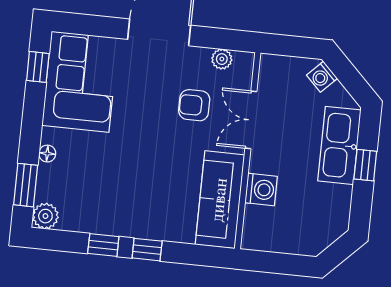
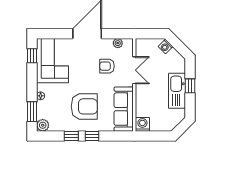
double door: (251, 120) -> (134, 70), swing flipped
kitchen sink: (339, 145) -> (177, 91), moved
armchair: (137, 185) -> (84, 106), added
washing machine: (261, 190) -> (142, 124), moved, turned -90

